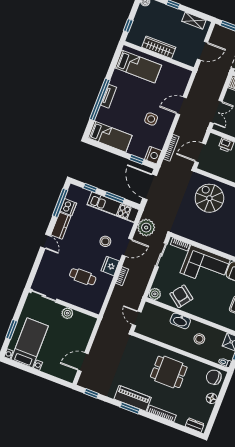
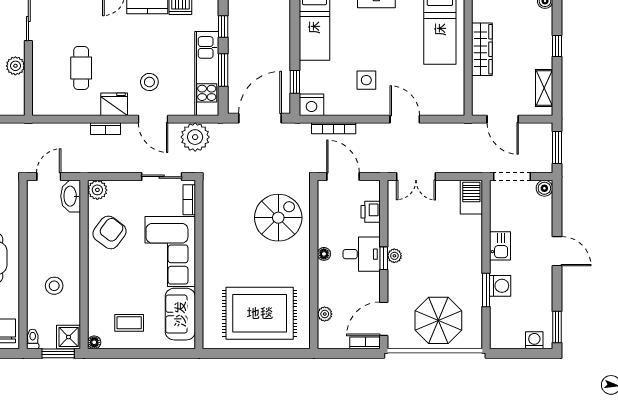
washbasin: (180, 321) -> (71, 196), moved

